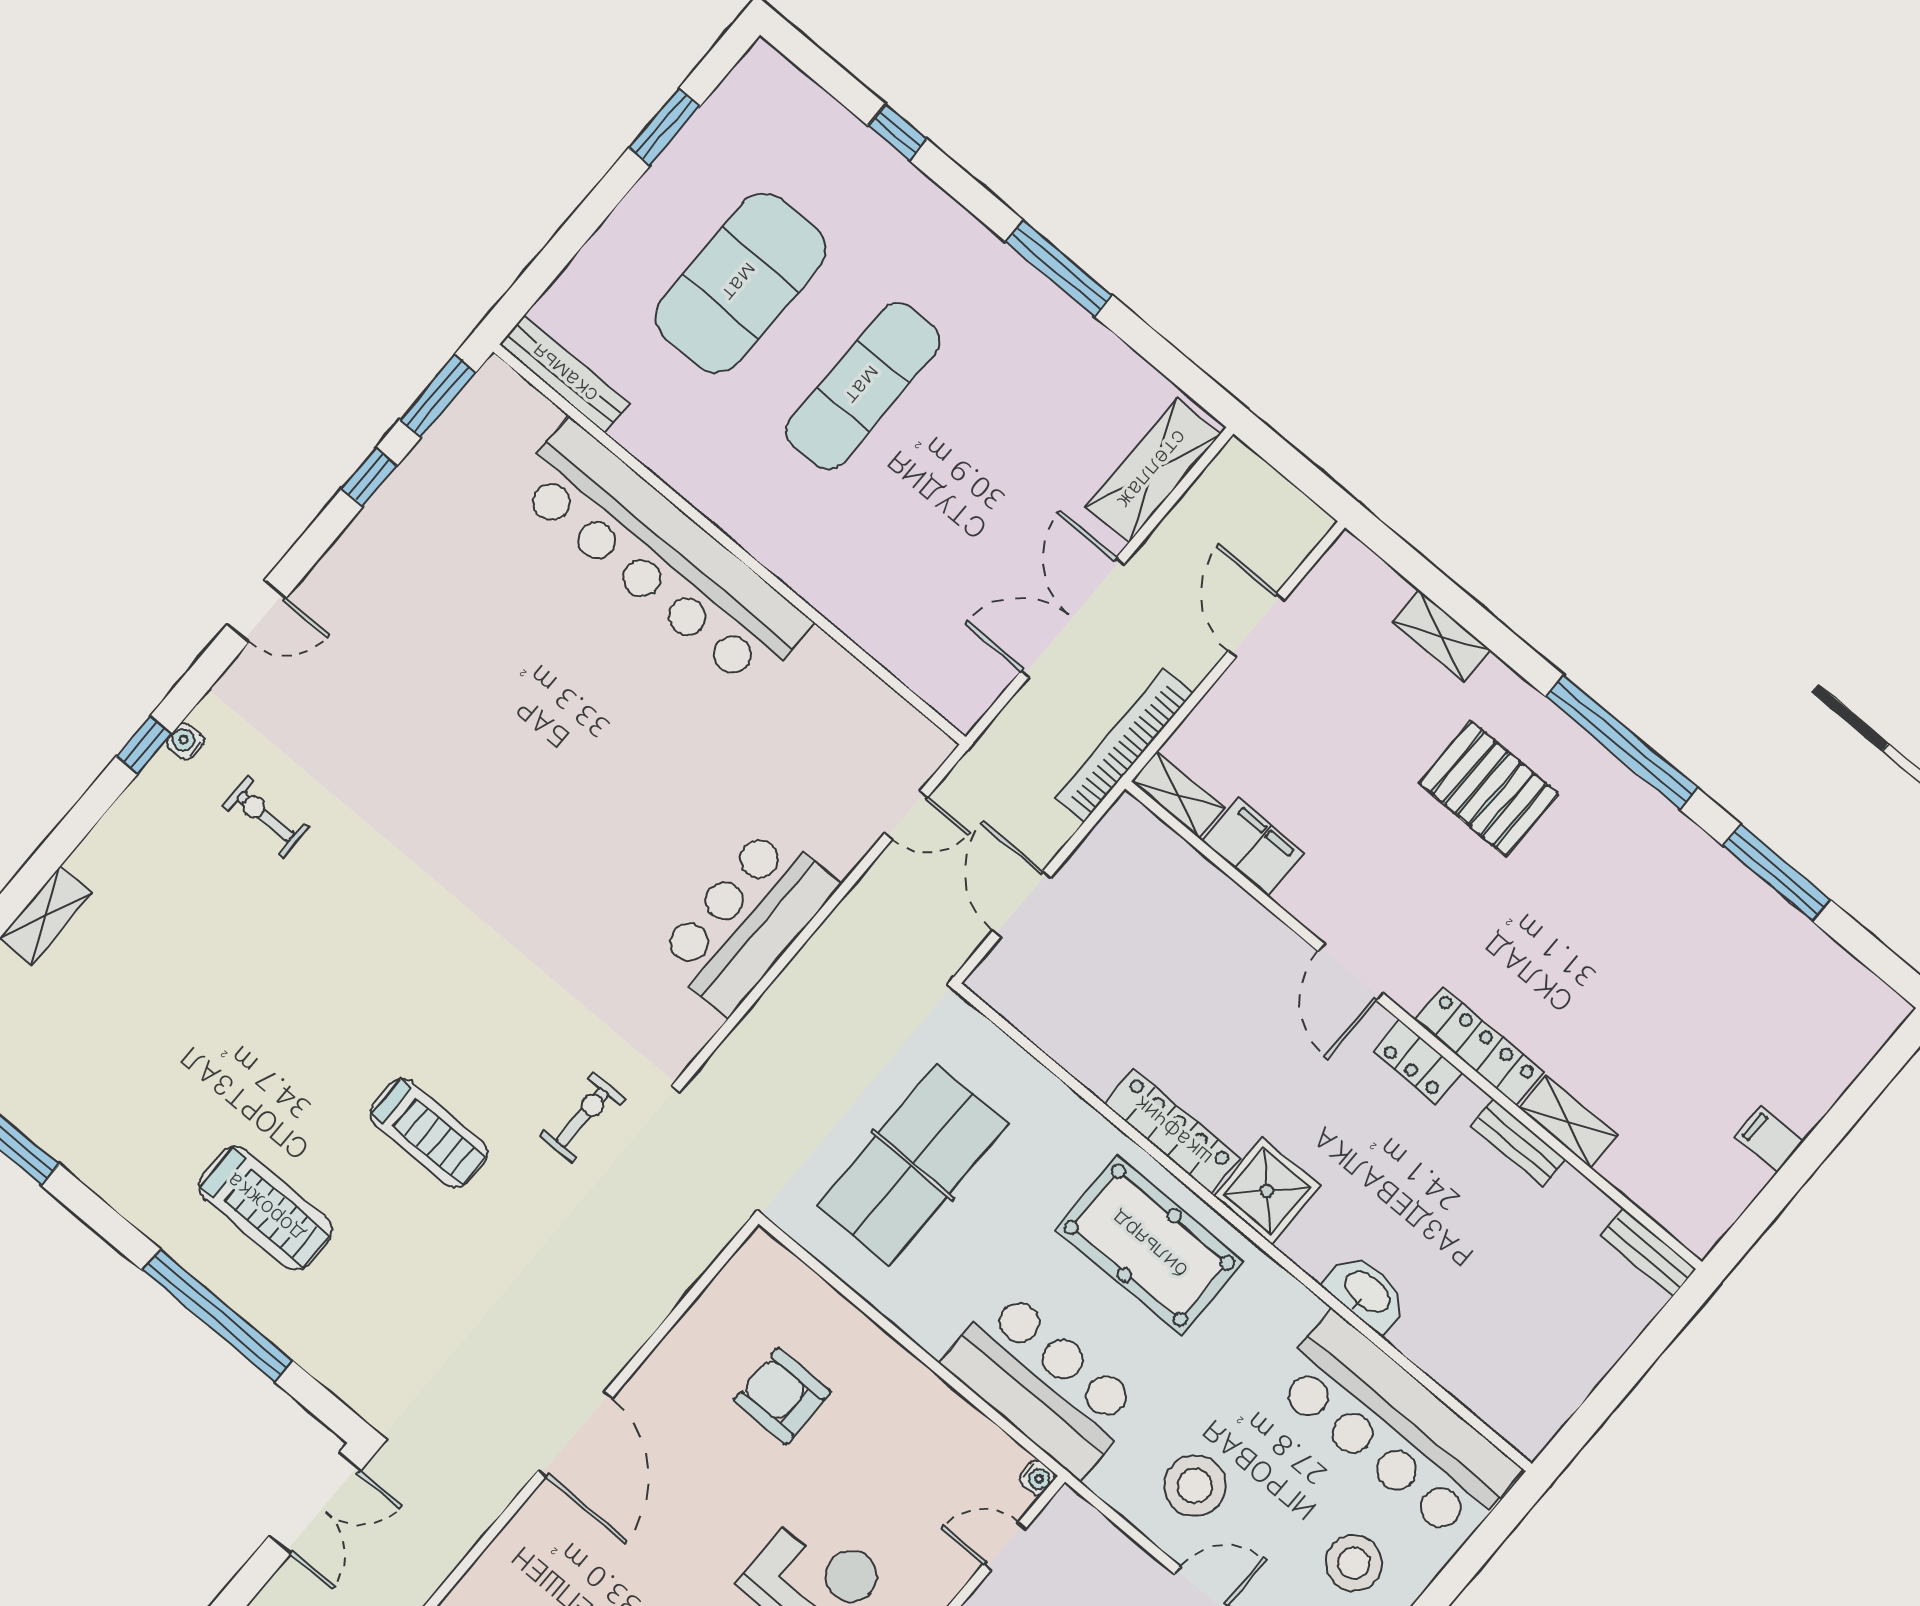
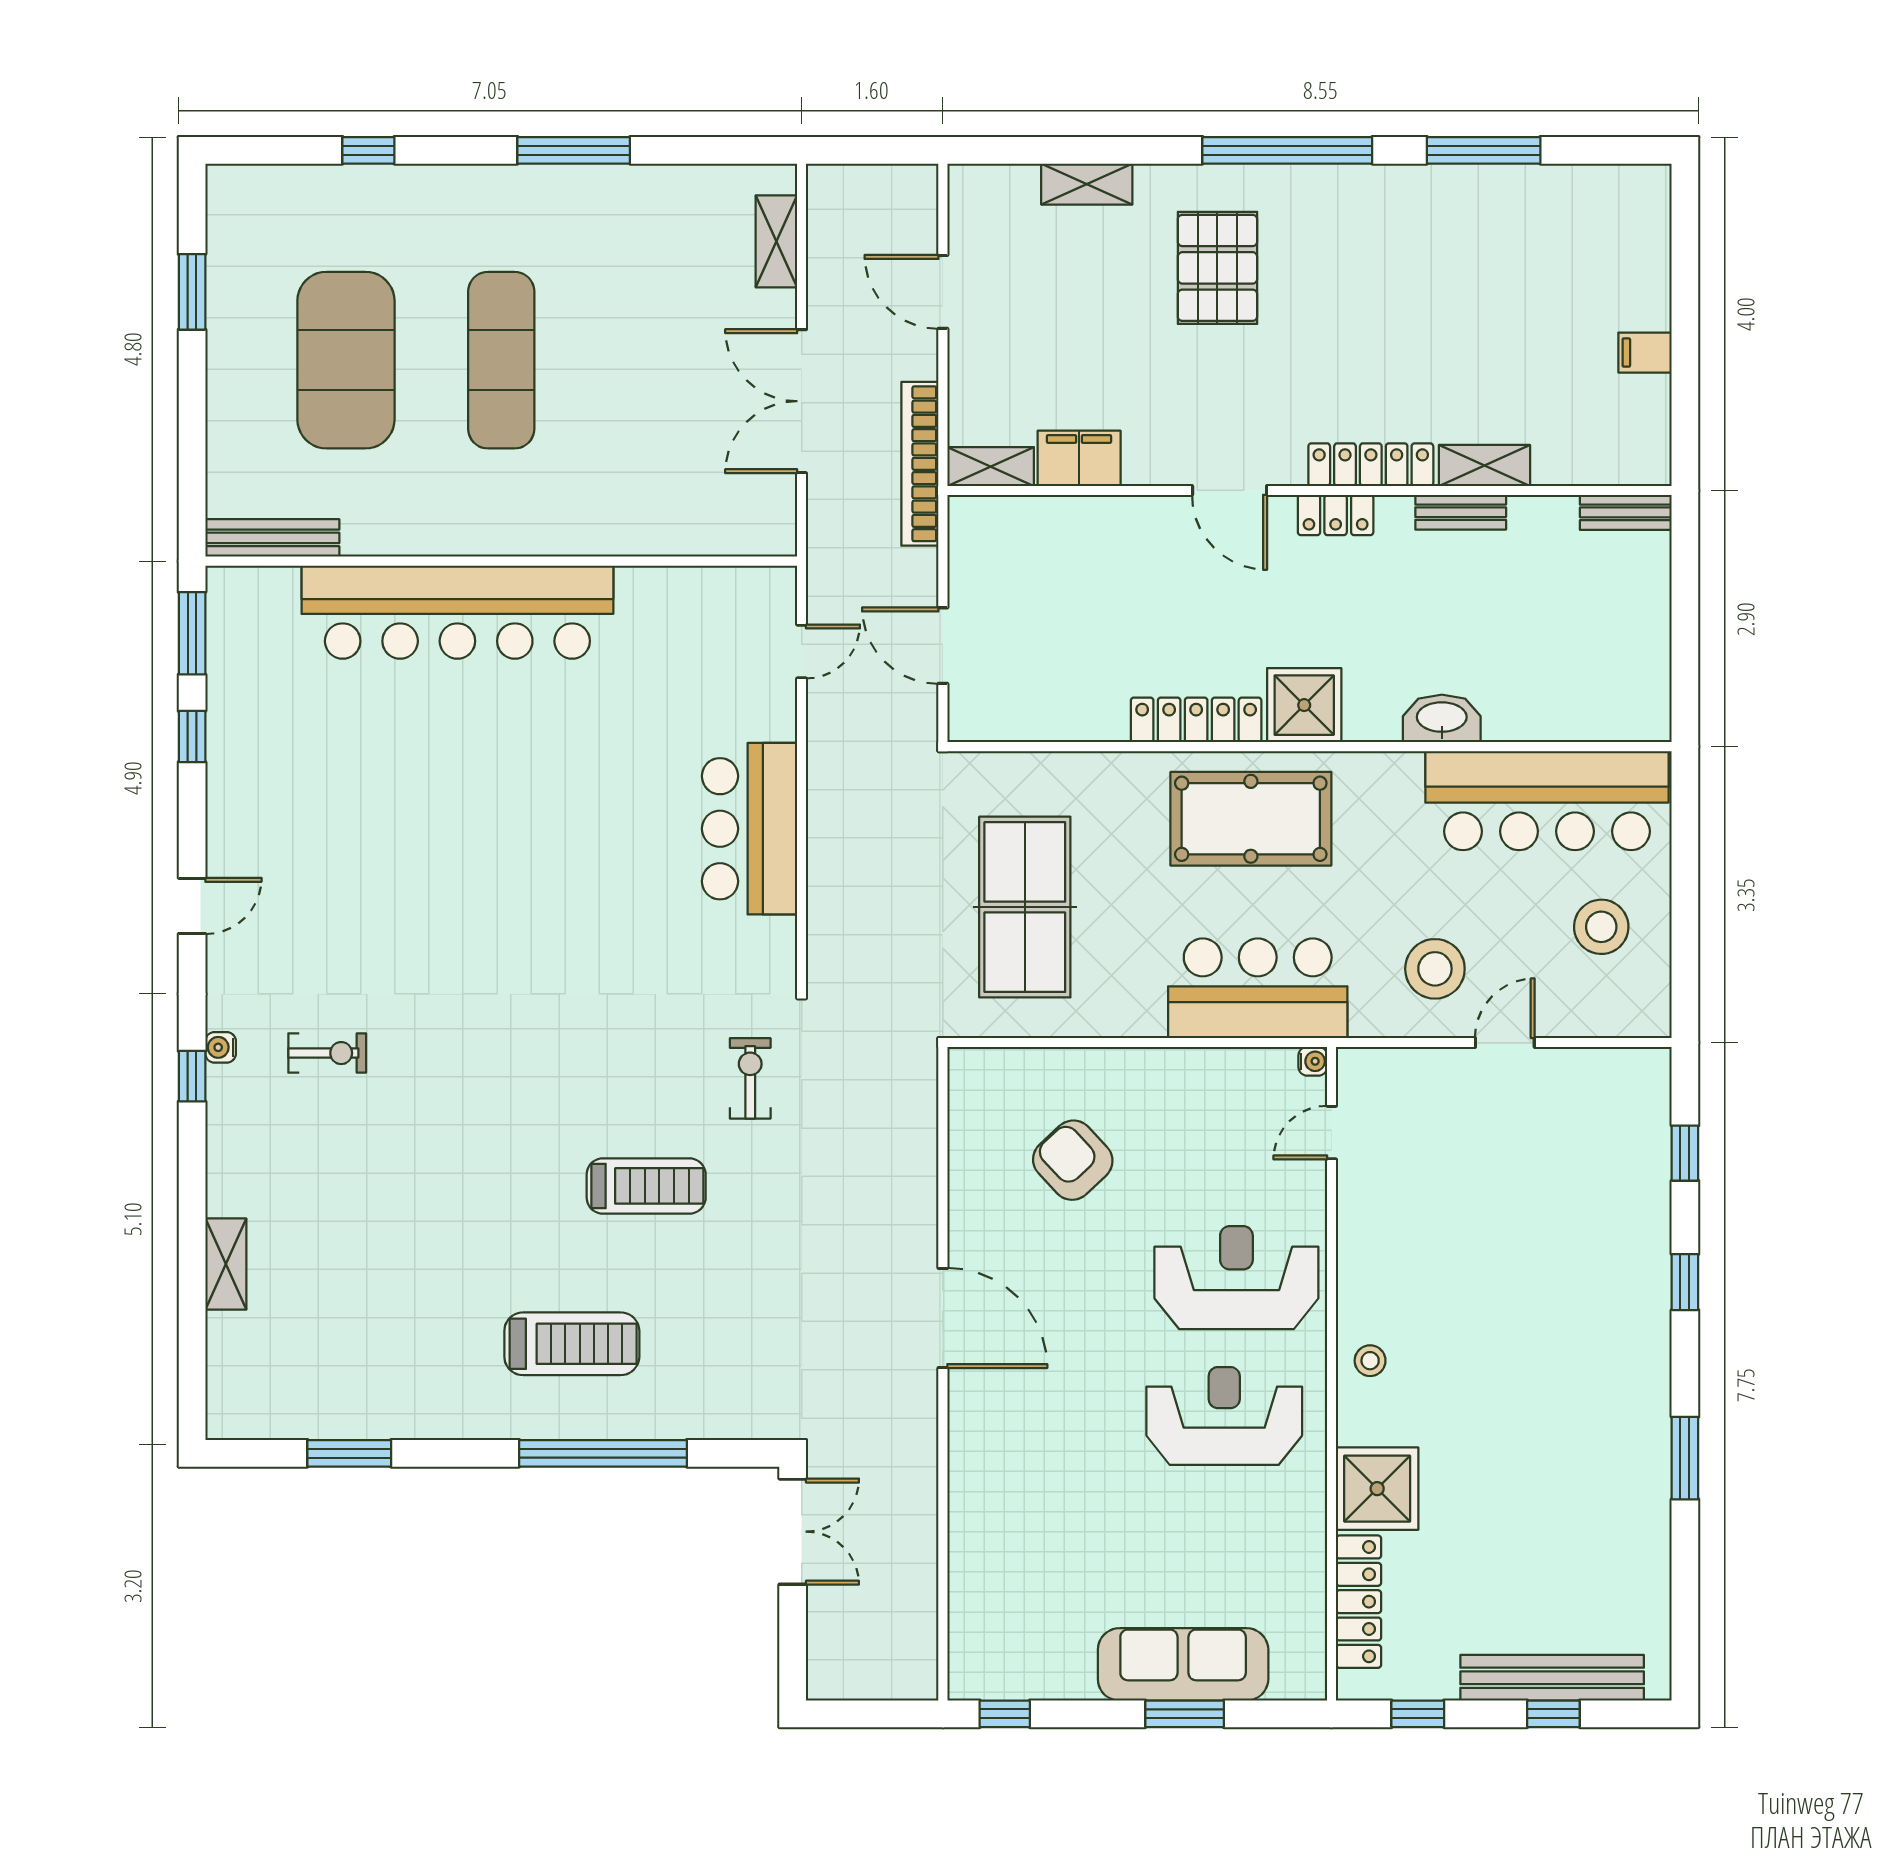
shelving: (1153, 470) -> (776, 241), width x0.67, depth x0.75
pallet: (1489, 789) -> (1217, 268), turned 90
exercise bike: (266, 817) -> (327, 1053), turned 180
armchair: (782, 1396) -> (1073, 1160), turned 47

